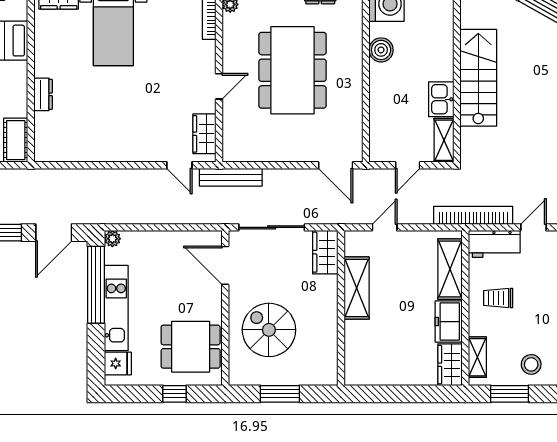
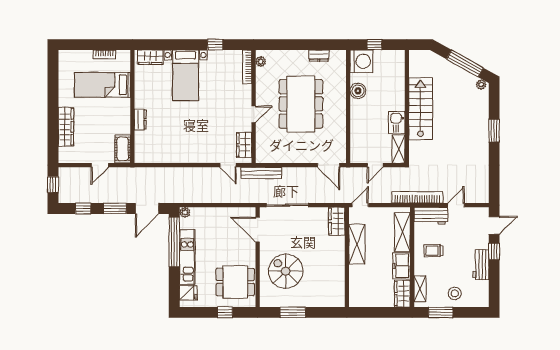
wardrobe: (325, 252) -> (337, 221), moved
shelving: (357, 288) -> (357, 244), moved
wall: (341, 308) -> (347, 257), moved

